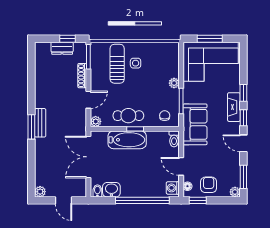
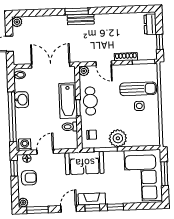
dresser: (62, 48) -> (150, 24), moved
plant: (174, 83) -> (118, 138), width x1.88, depth x1.88
fireplace: (234, 107) -> (92, 199), moved
toilet: (174, 139) -> (70, 127), moved
washbasin: (111, 190) -> (21, 100), moved

